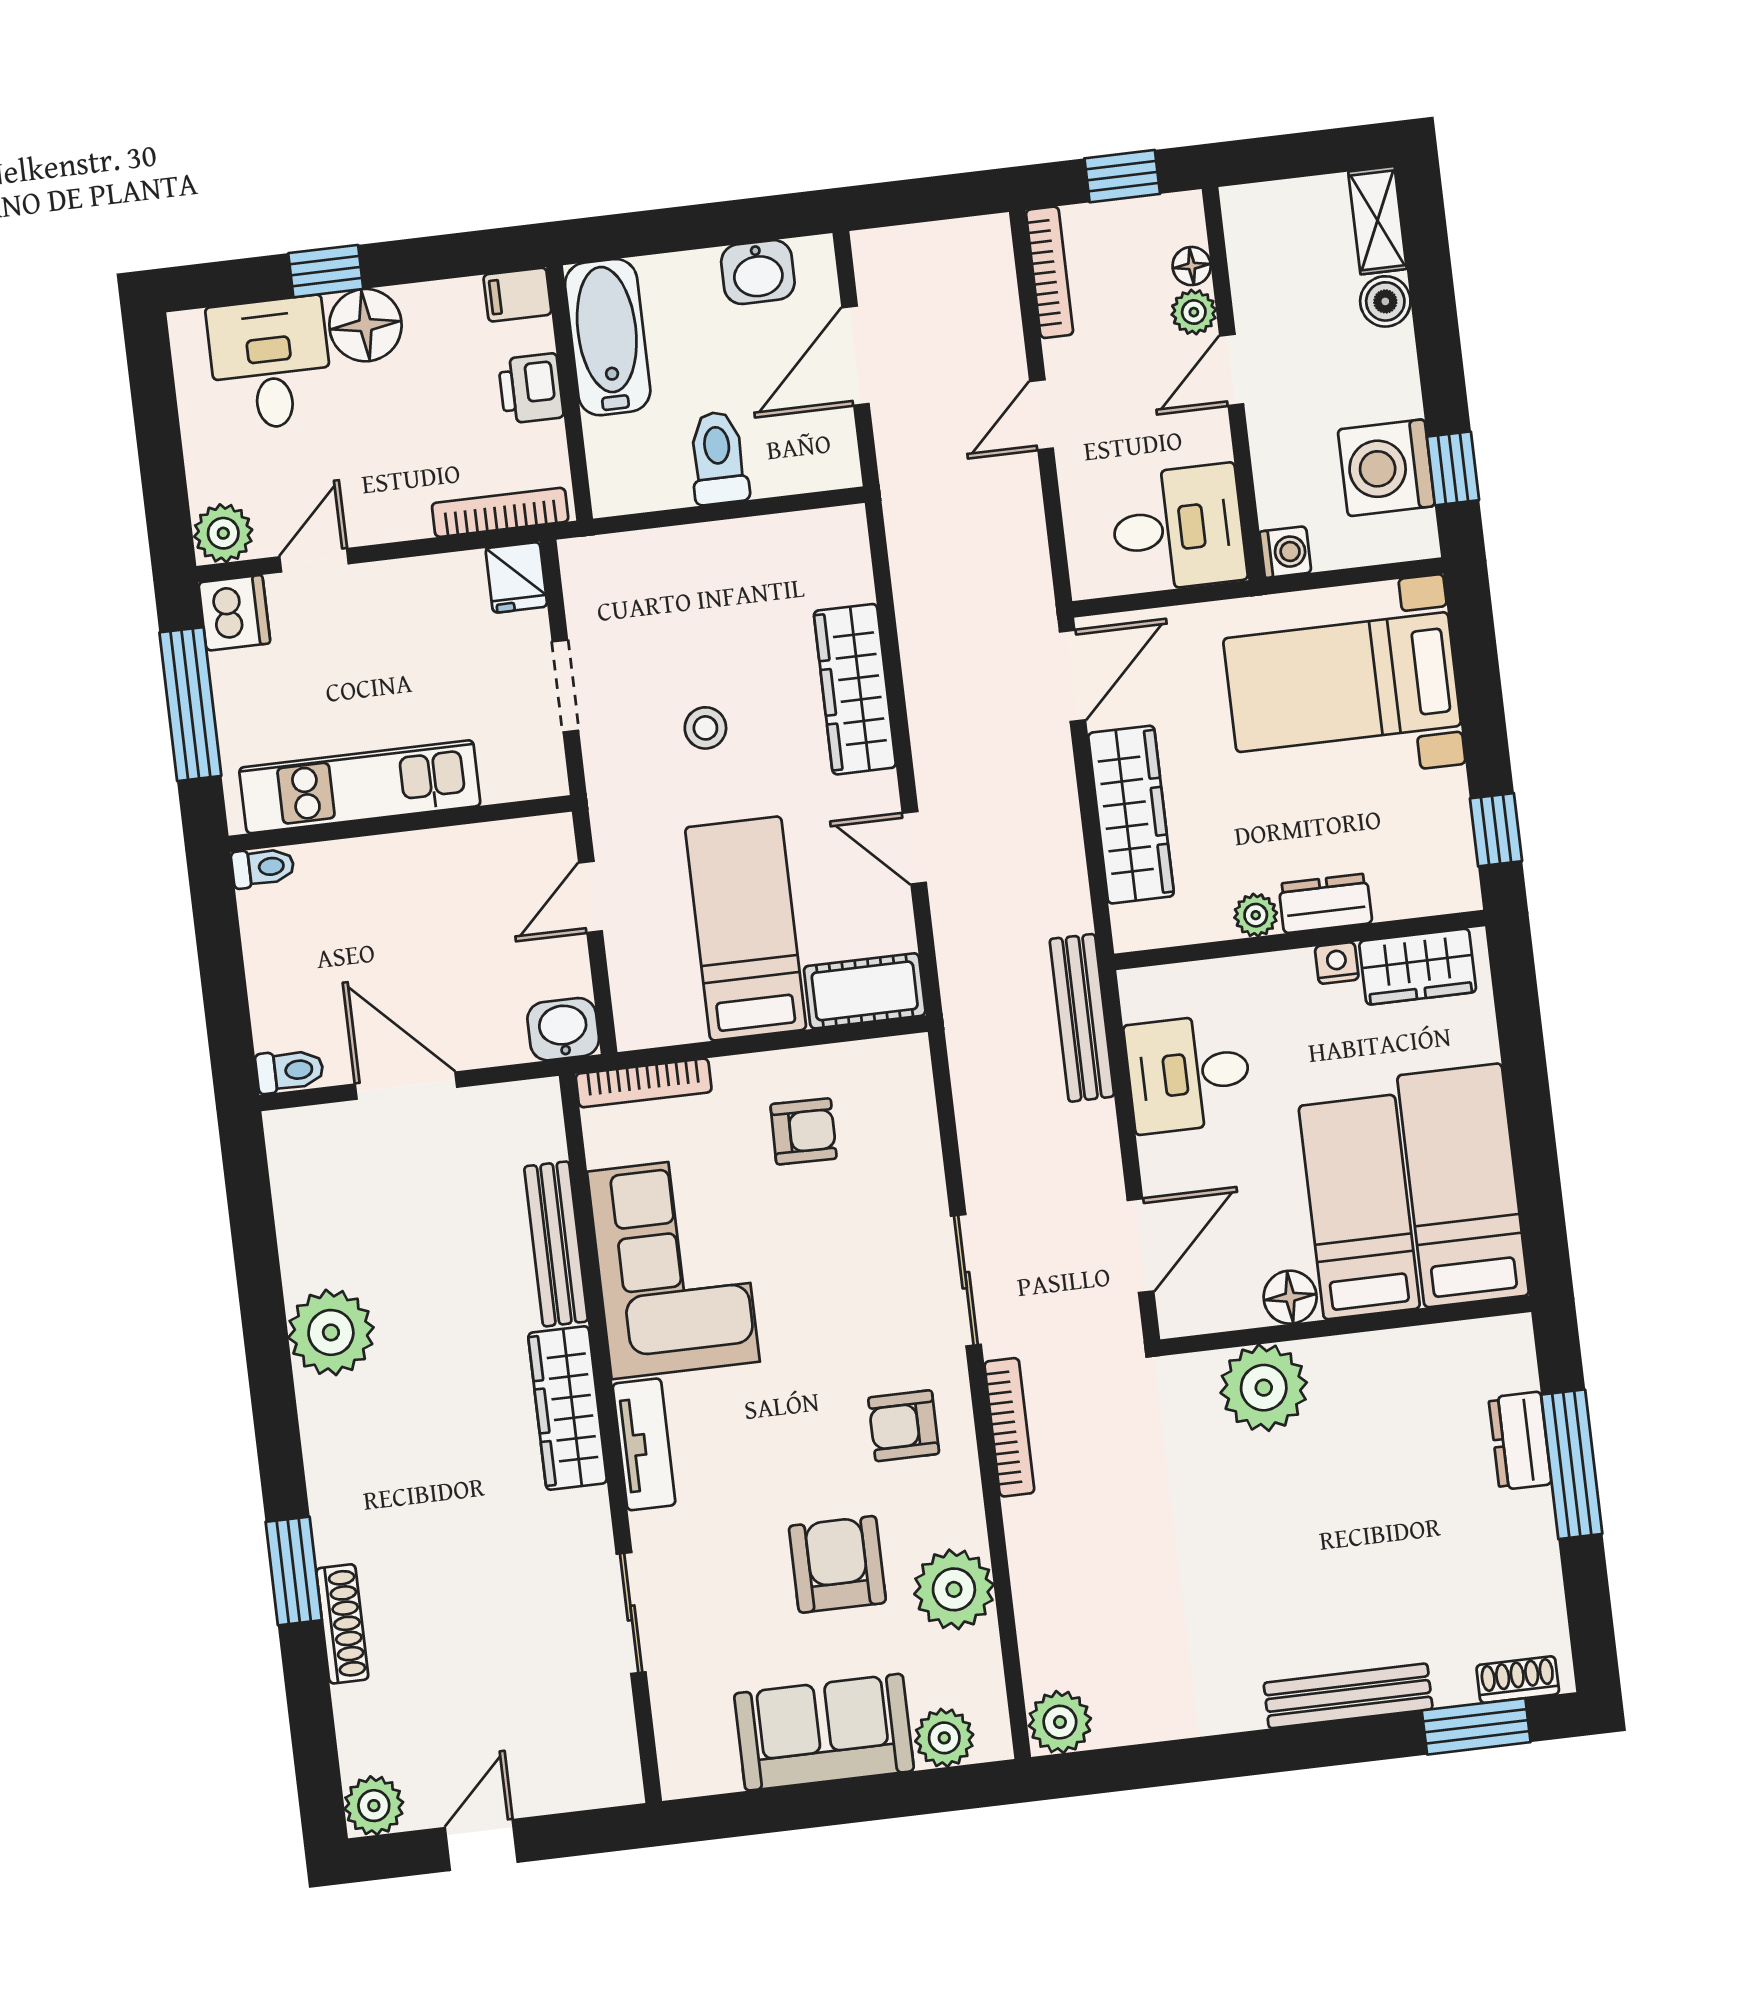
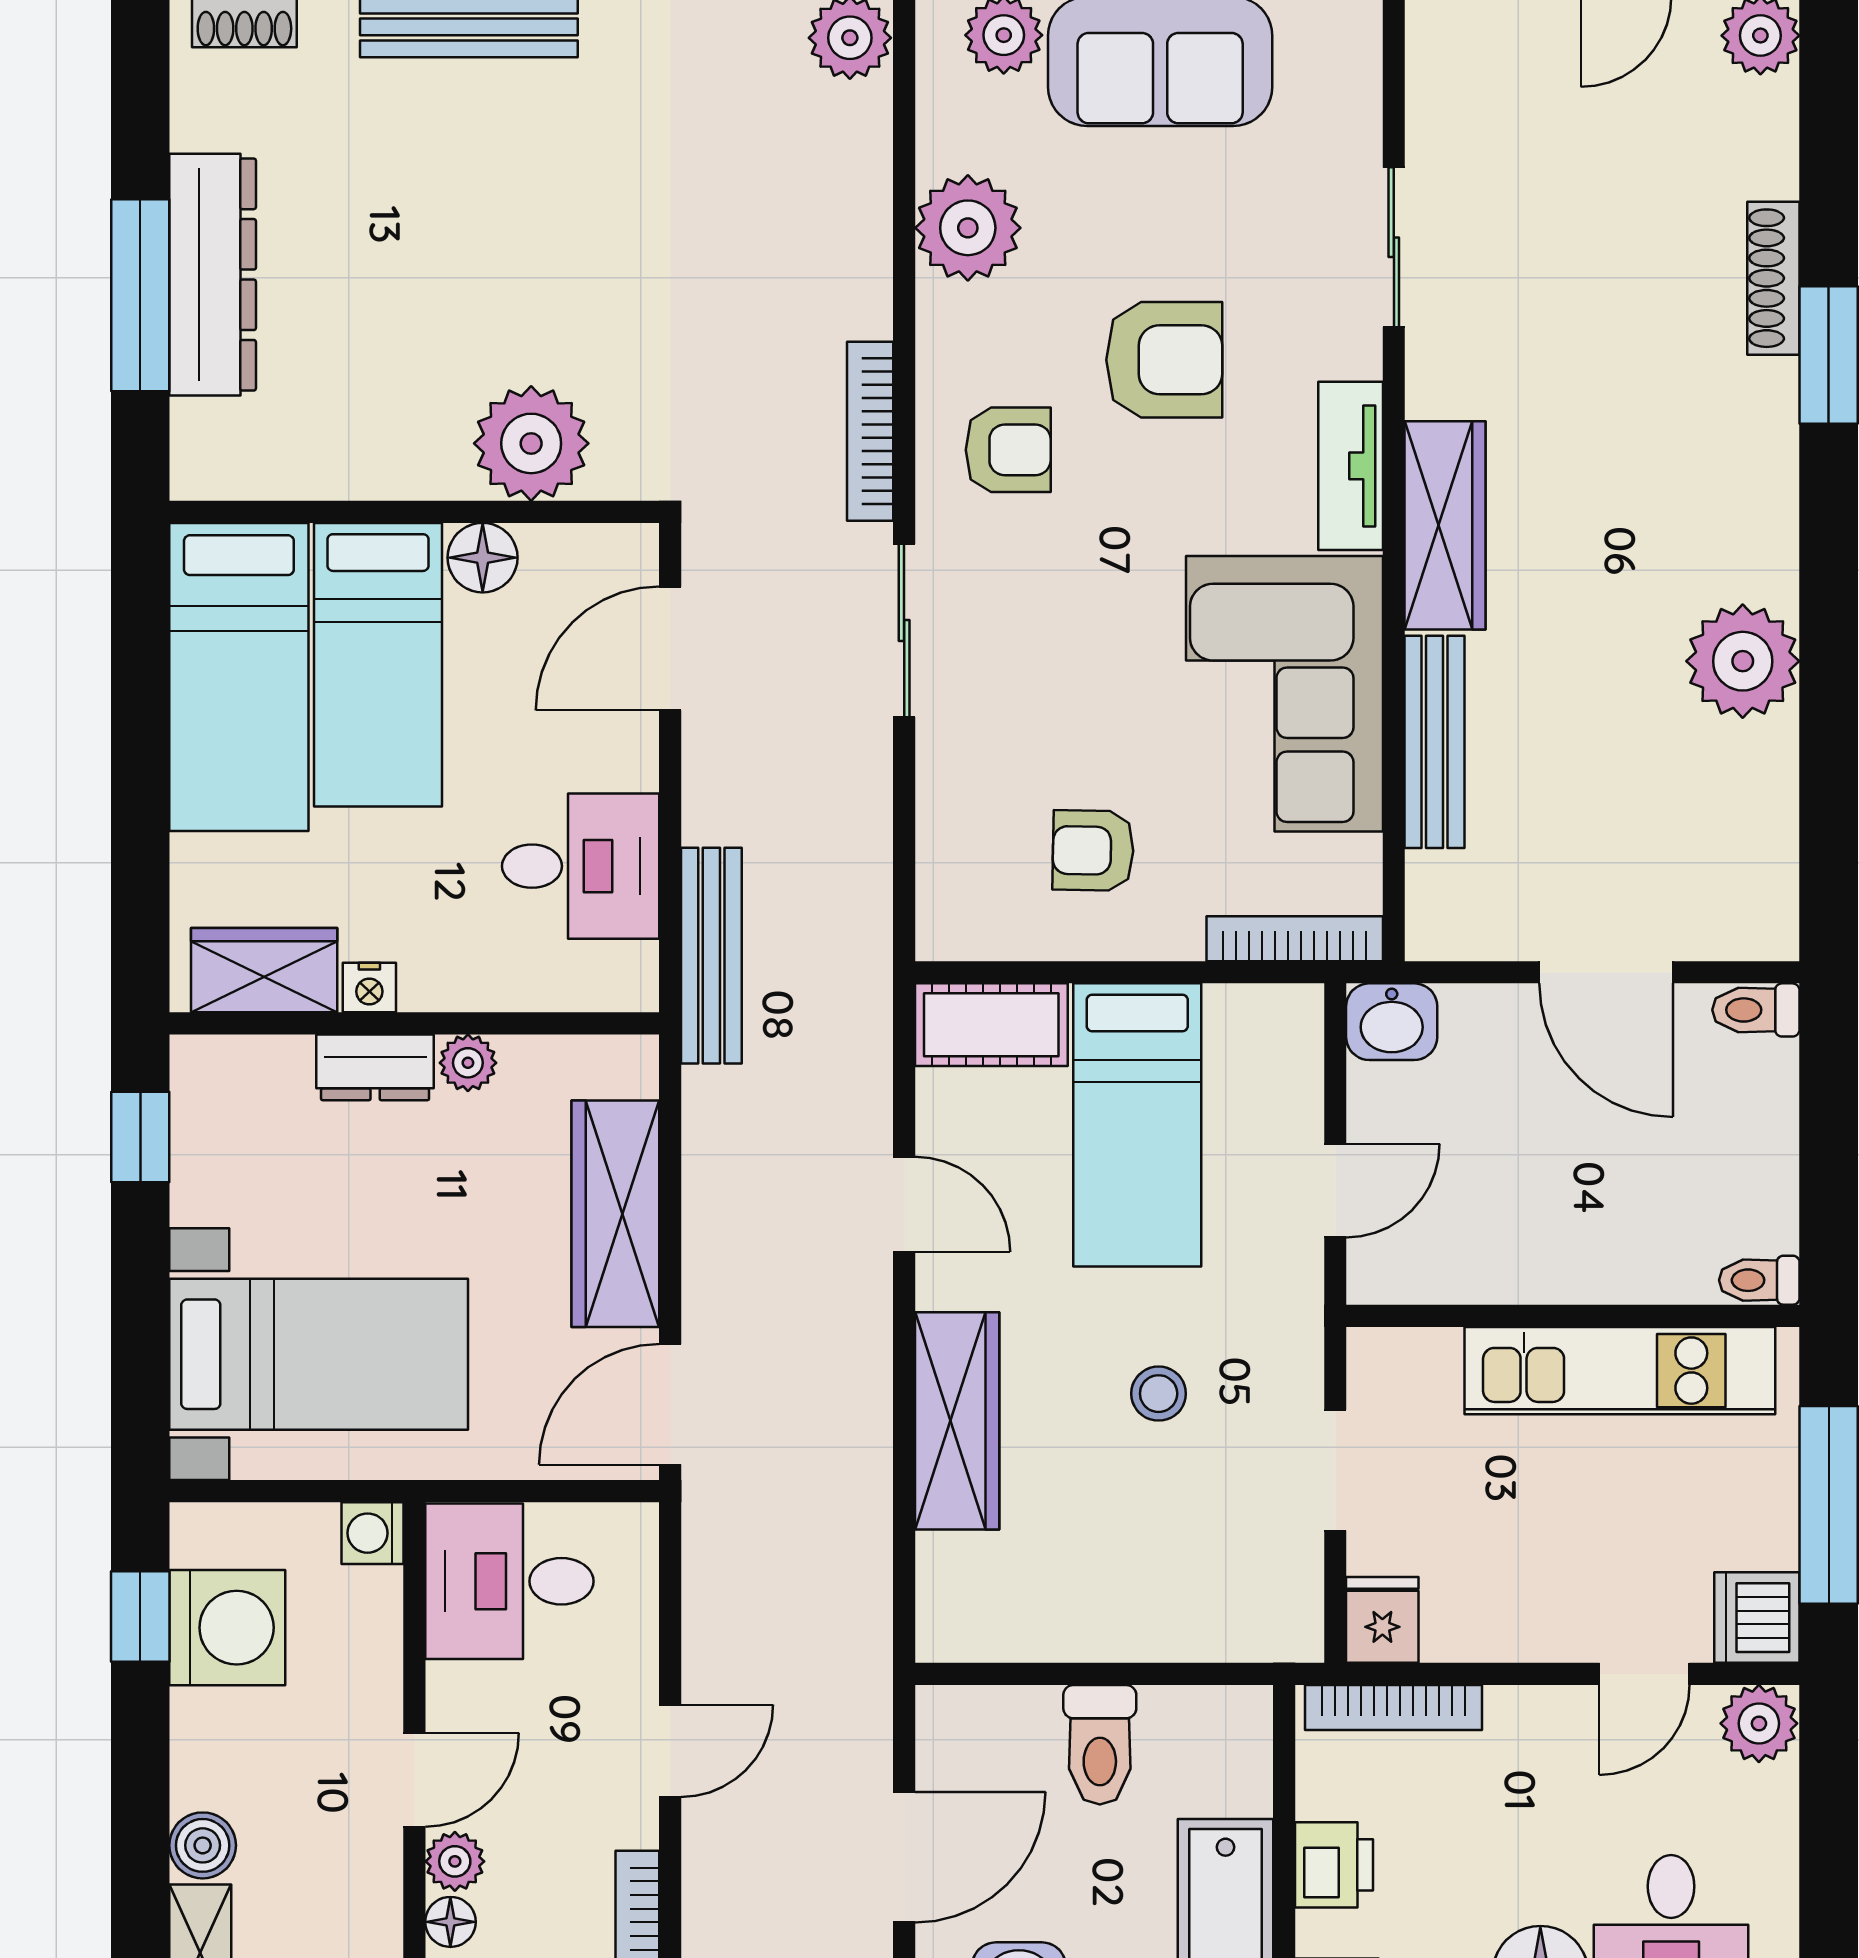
dresser: (1520, 1441) -> (213, 275), width x1.96, depth x1.24
armchair: (837, 1564) -> (1164, 360), moved, turned -90

